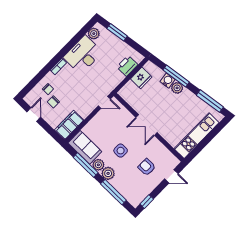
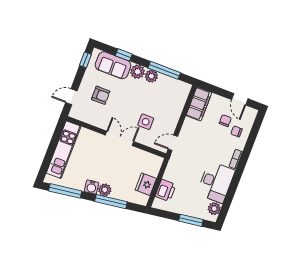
water cooler: (167, 81) -> (92, 187), moved
sofa: (85, 147) -> (113, 65), moved
side table: (121, 151) -> (146, 122), moved
window: (113, 192) -> (124, 55), width x0.46

